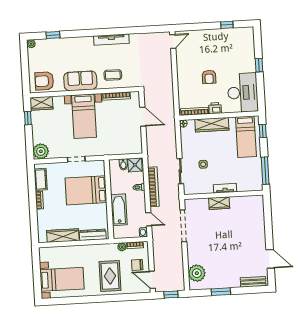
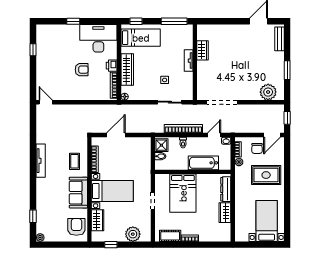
armchair: (44, 81) -> (76, 227), turned 180
wardrobe: (41, 103) -> (98, 220), moved
plant: (41, 151) -> (133, 234), moved
wardrobe: (219, 203) -> (203, 50), moved
wardrobe: (63, 236) -> (225, 213), width x0.67

